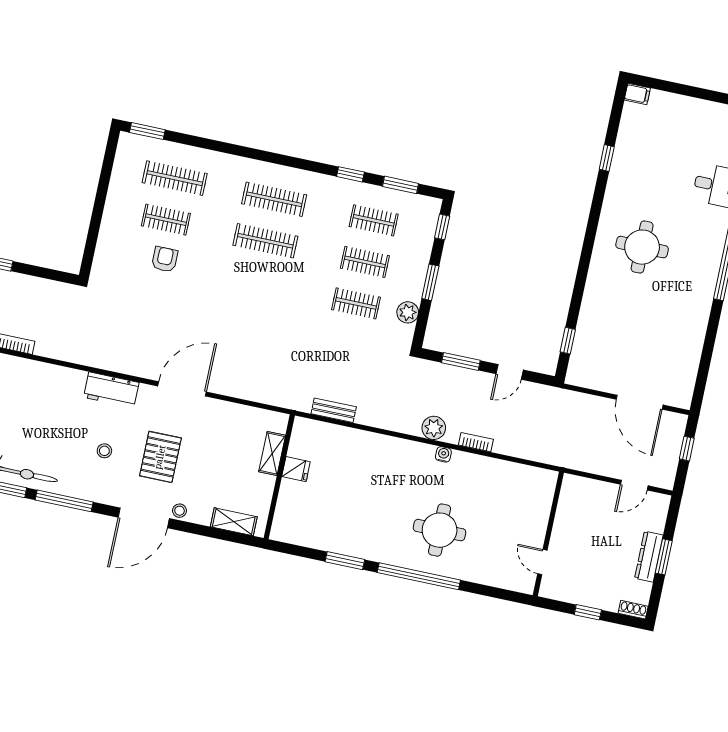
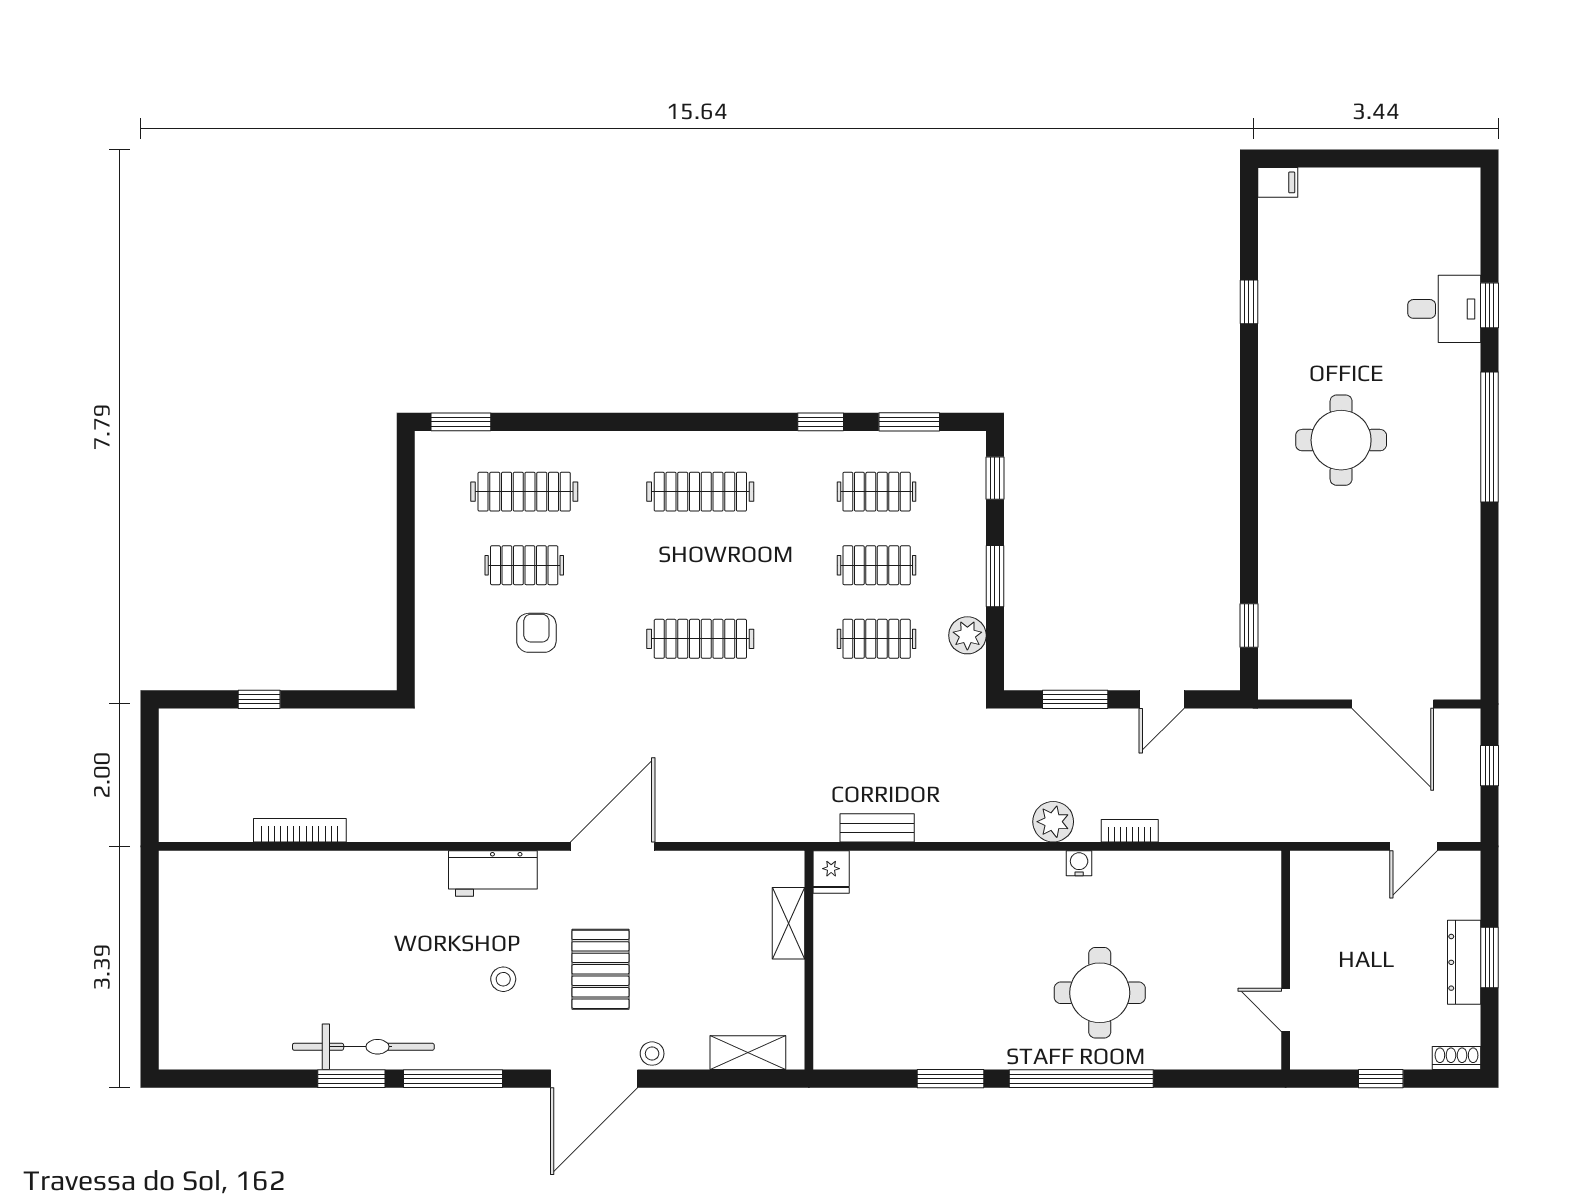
clothes rail: (265, 241) -> (700, 639), moved
fridge: (296, 469) -> (831, 872), moved, turned 90

